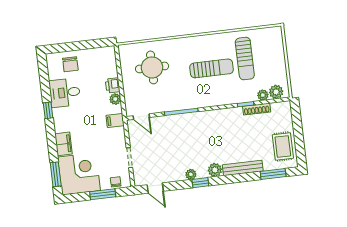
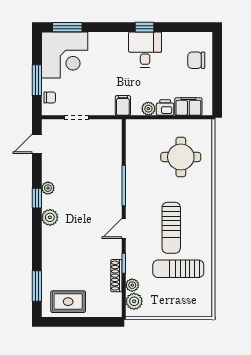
desk: (65, 93) -> (145, 50), moved
door: (141, 117) -> (124, 228), moved
filing cabinet: (64, 144) -> (188, 106), moved, turned 180
bench: (243, 168) -> (48, 251), removed

